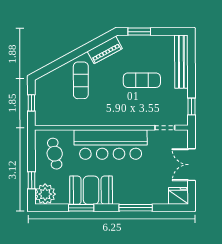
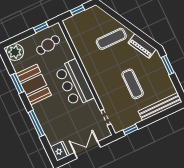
bar counter: (111, 145) -> (74, 83), width x0.73
window: (31, 180) -> (41, 27), moved

